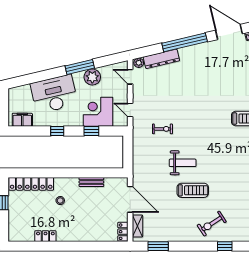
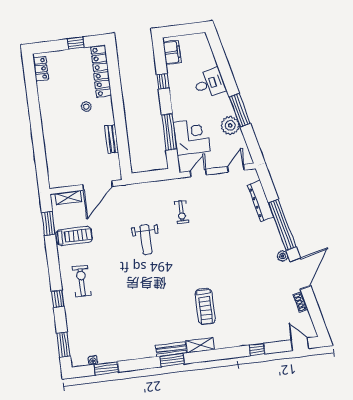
plant: (139, 63) -> (283, 256), moved
desk: (54, 94) -> (210, 83), width x0.53, depth x0.77
window: (57, 131) -> (163, 81), moved
window: (91, 131) -> (169, 132), width x2.17
treadmill: (193, 190) -> (74, 236), moved, turned -90
exercise bike: (212, 224) -> (82, 281), turned 33
locker: (123, 232) -> (60, 182), removed
locker: (45, 236) -> (41, 69), moved

